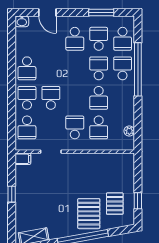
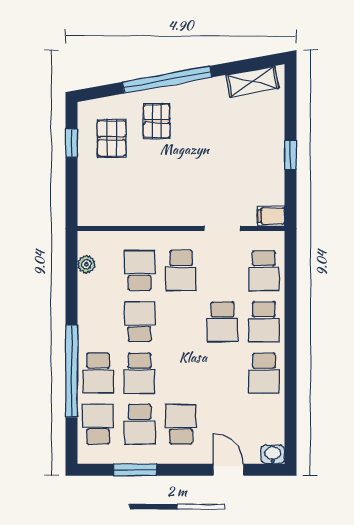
school desk: (27, 68) -> (264, 373), turned 180
school desk: (27, 127) -> (264, 271), turned 180
pallet: (89, 214) -> (157, 121), width x0.67, depth x0.71

